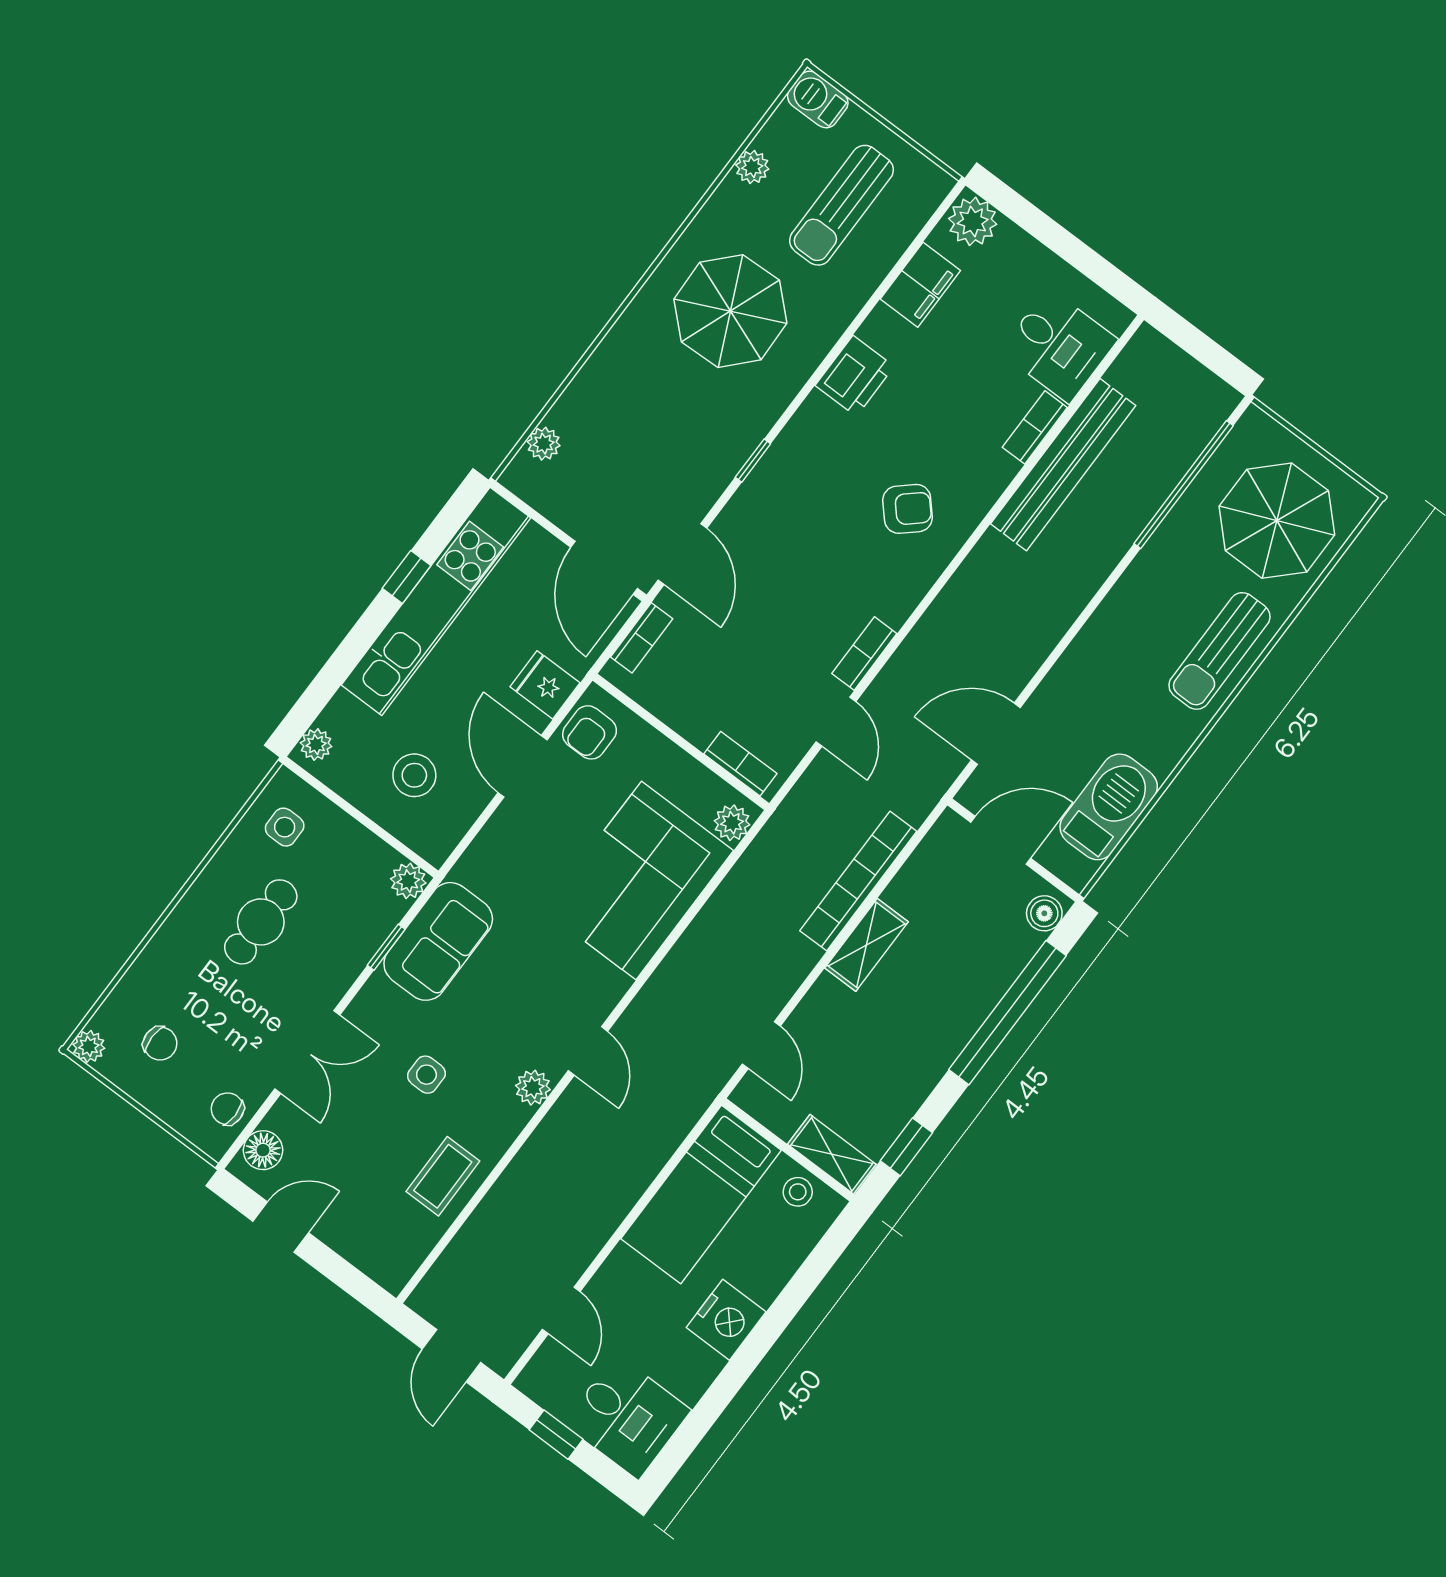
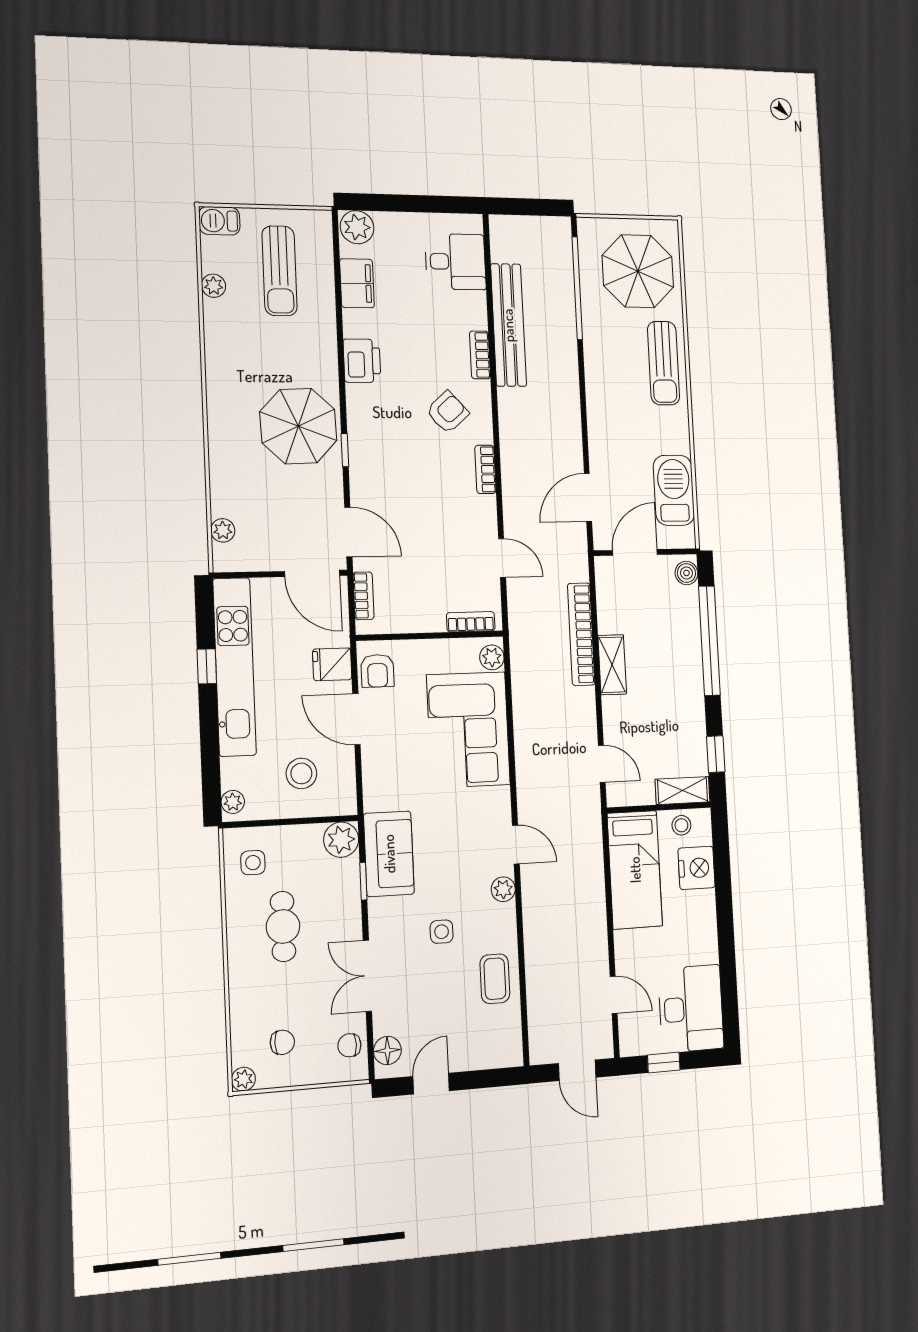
parasol: (730, 311) -> (298, 426), moved
bookcase: (1035, 427) -> (480, 355), moved
bookcase: (864, 654) -> (485, 469), moved
plant: (408, 881) -> (341, 840), width x1.38, depth x1.38
double door: (307, 1052) -> (367, 976), swing flipped
nightstand: (726, 1320) -> (697, 868), moved
desk: (627, 1417) -> (691, 1009), width x1.37

